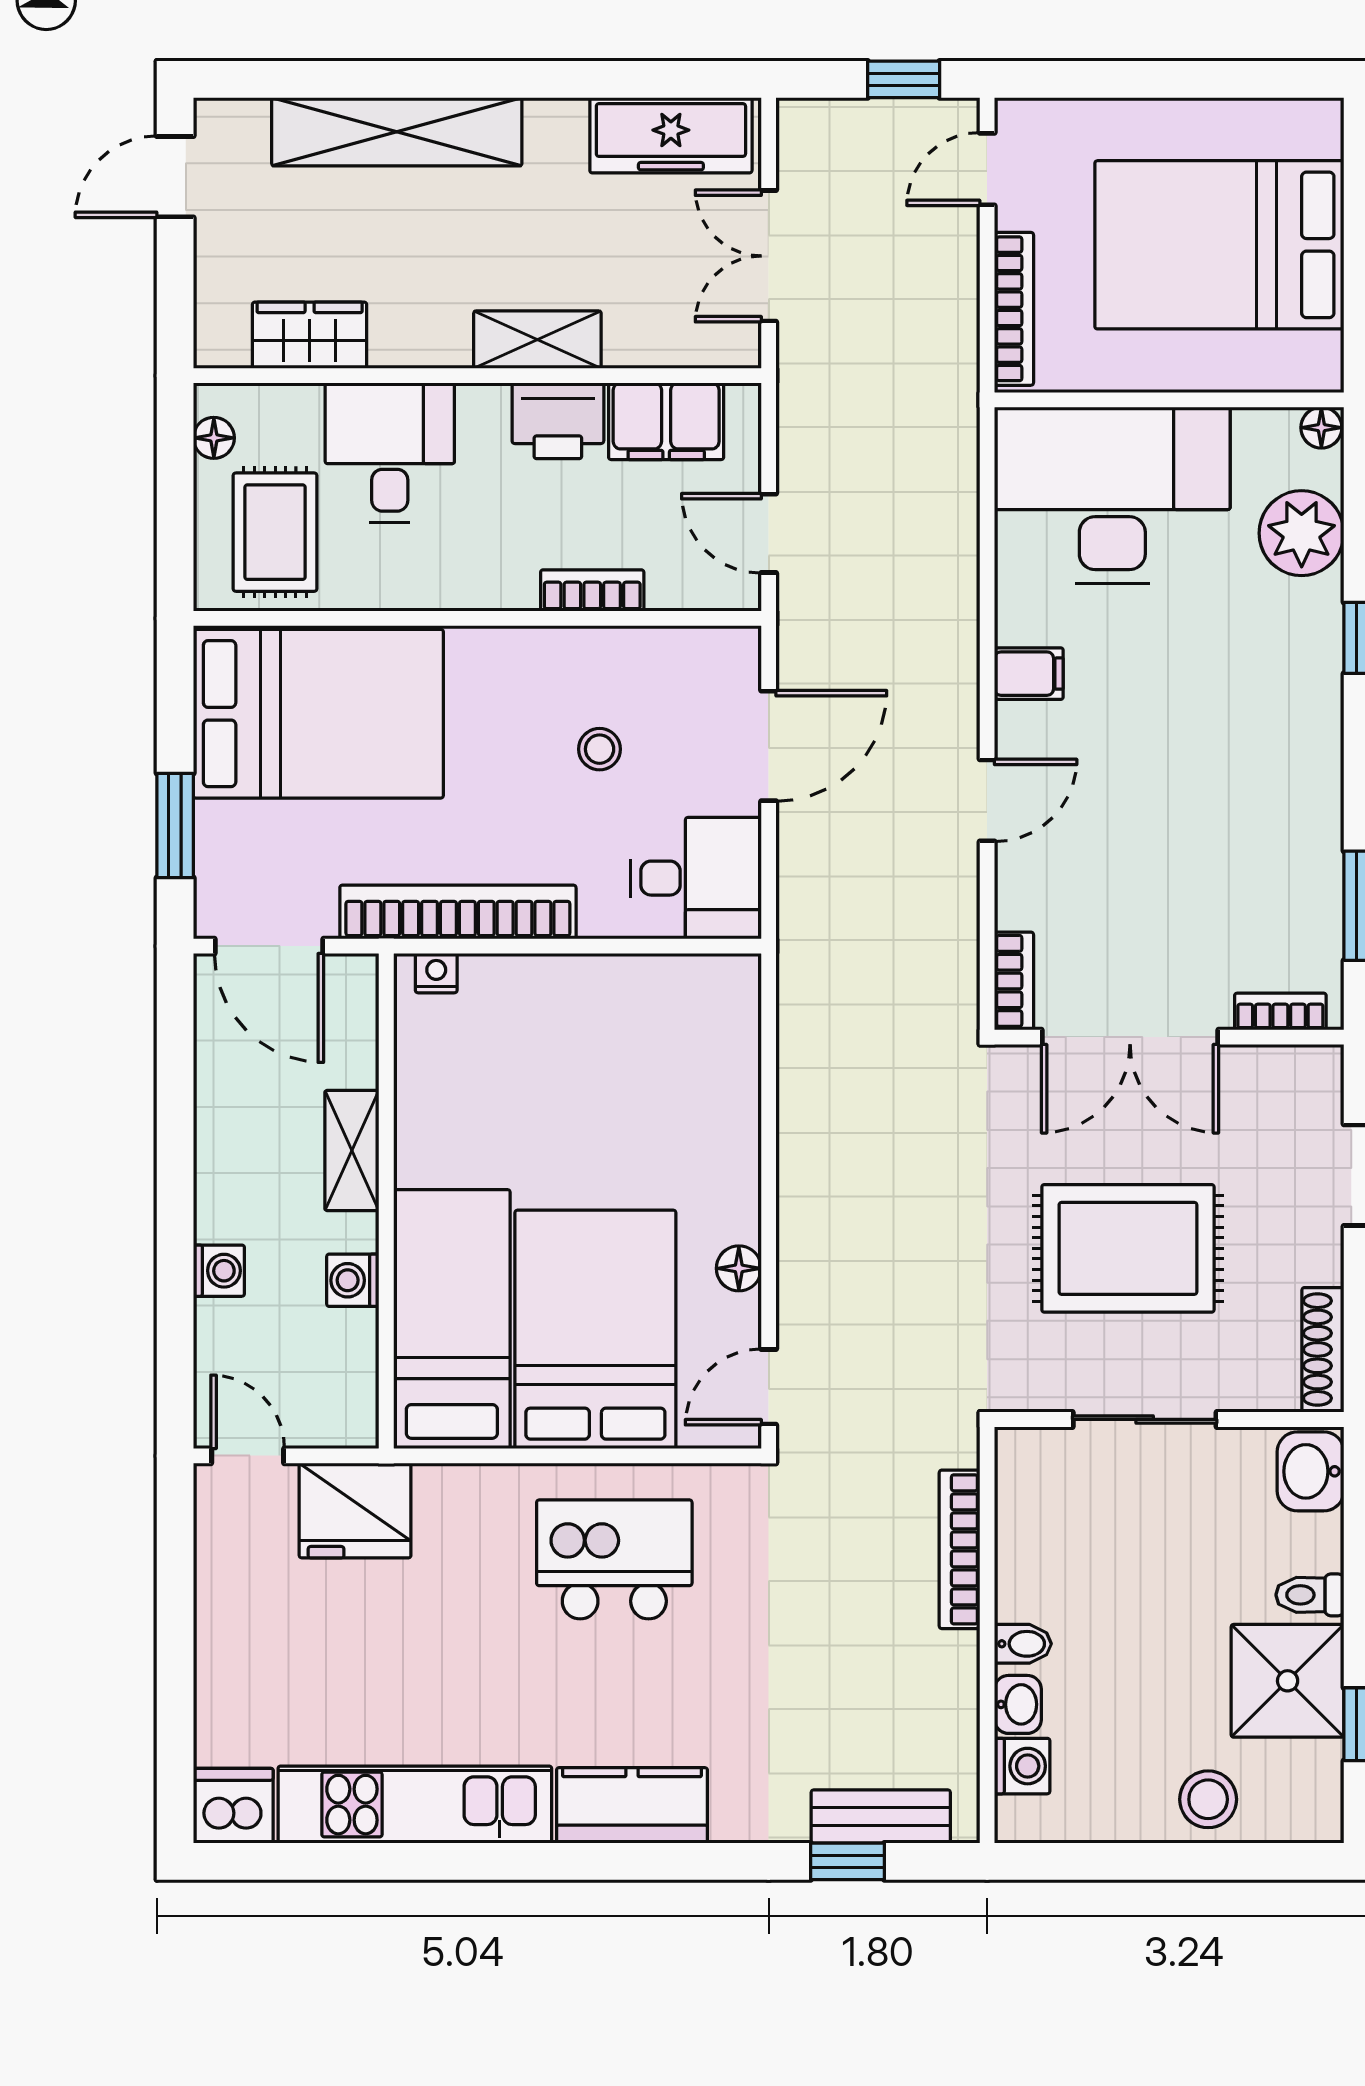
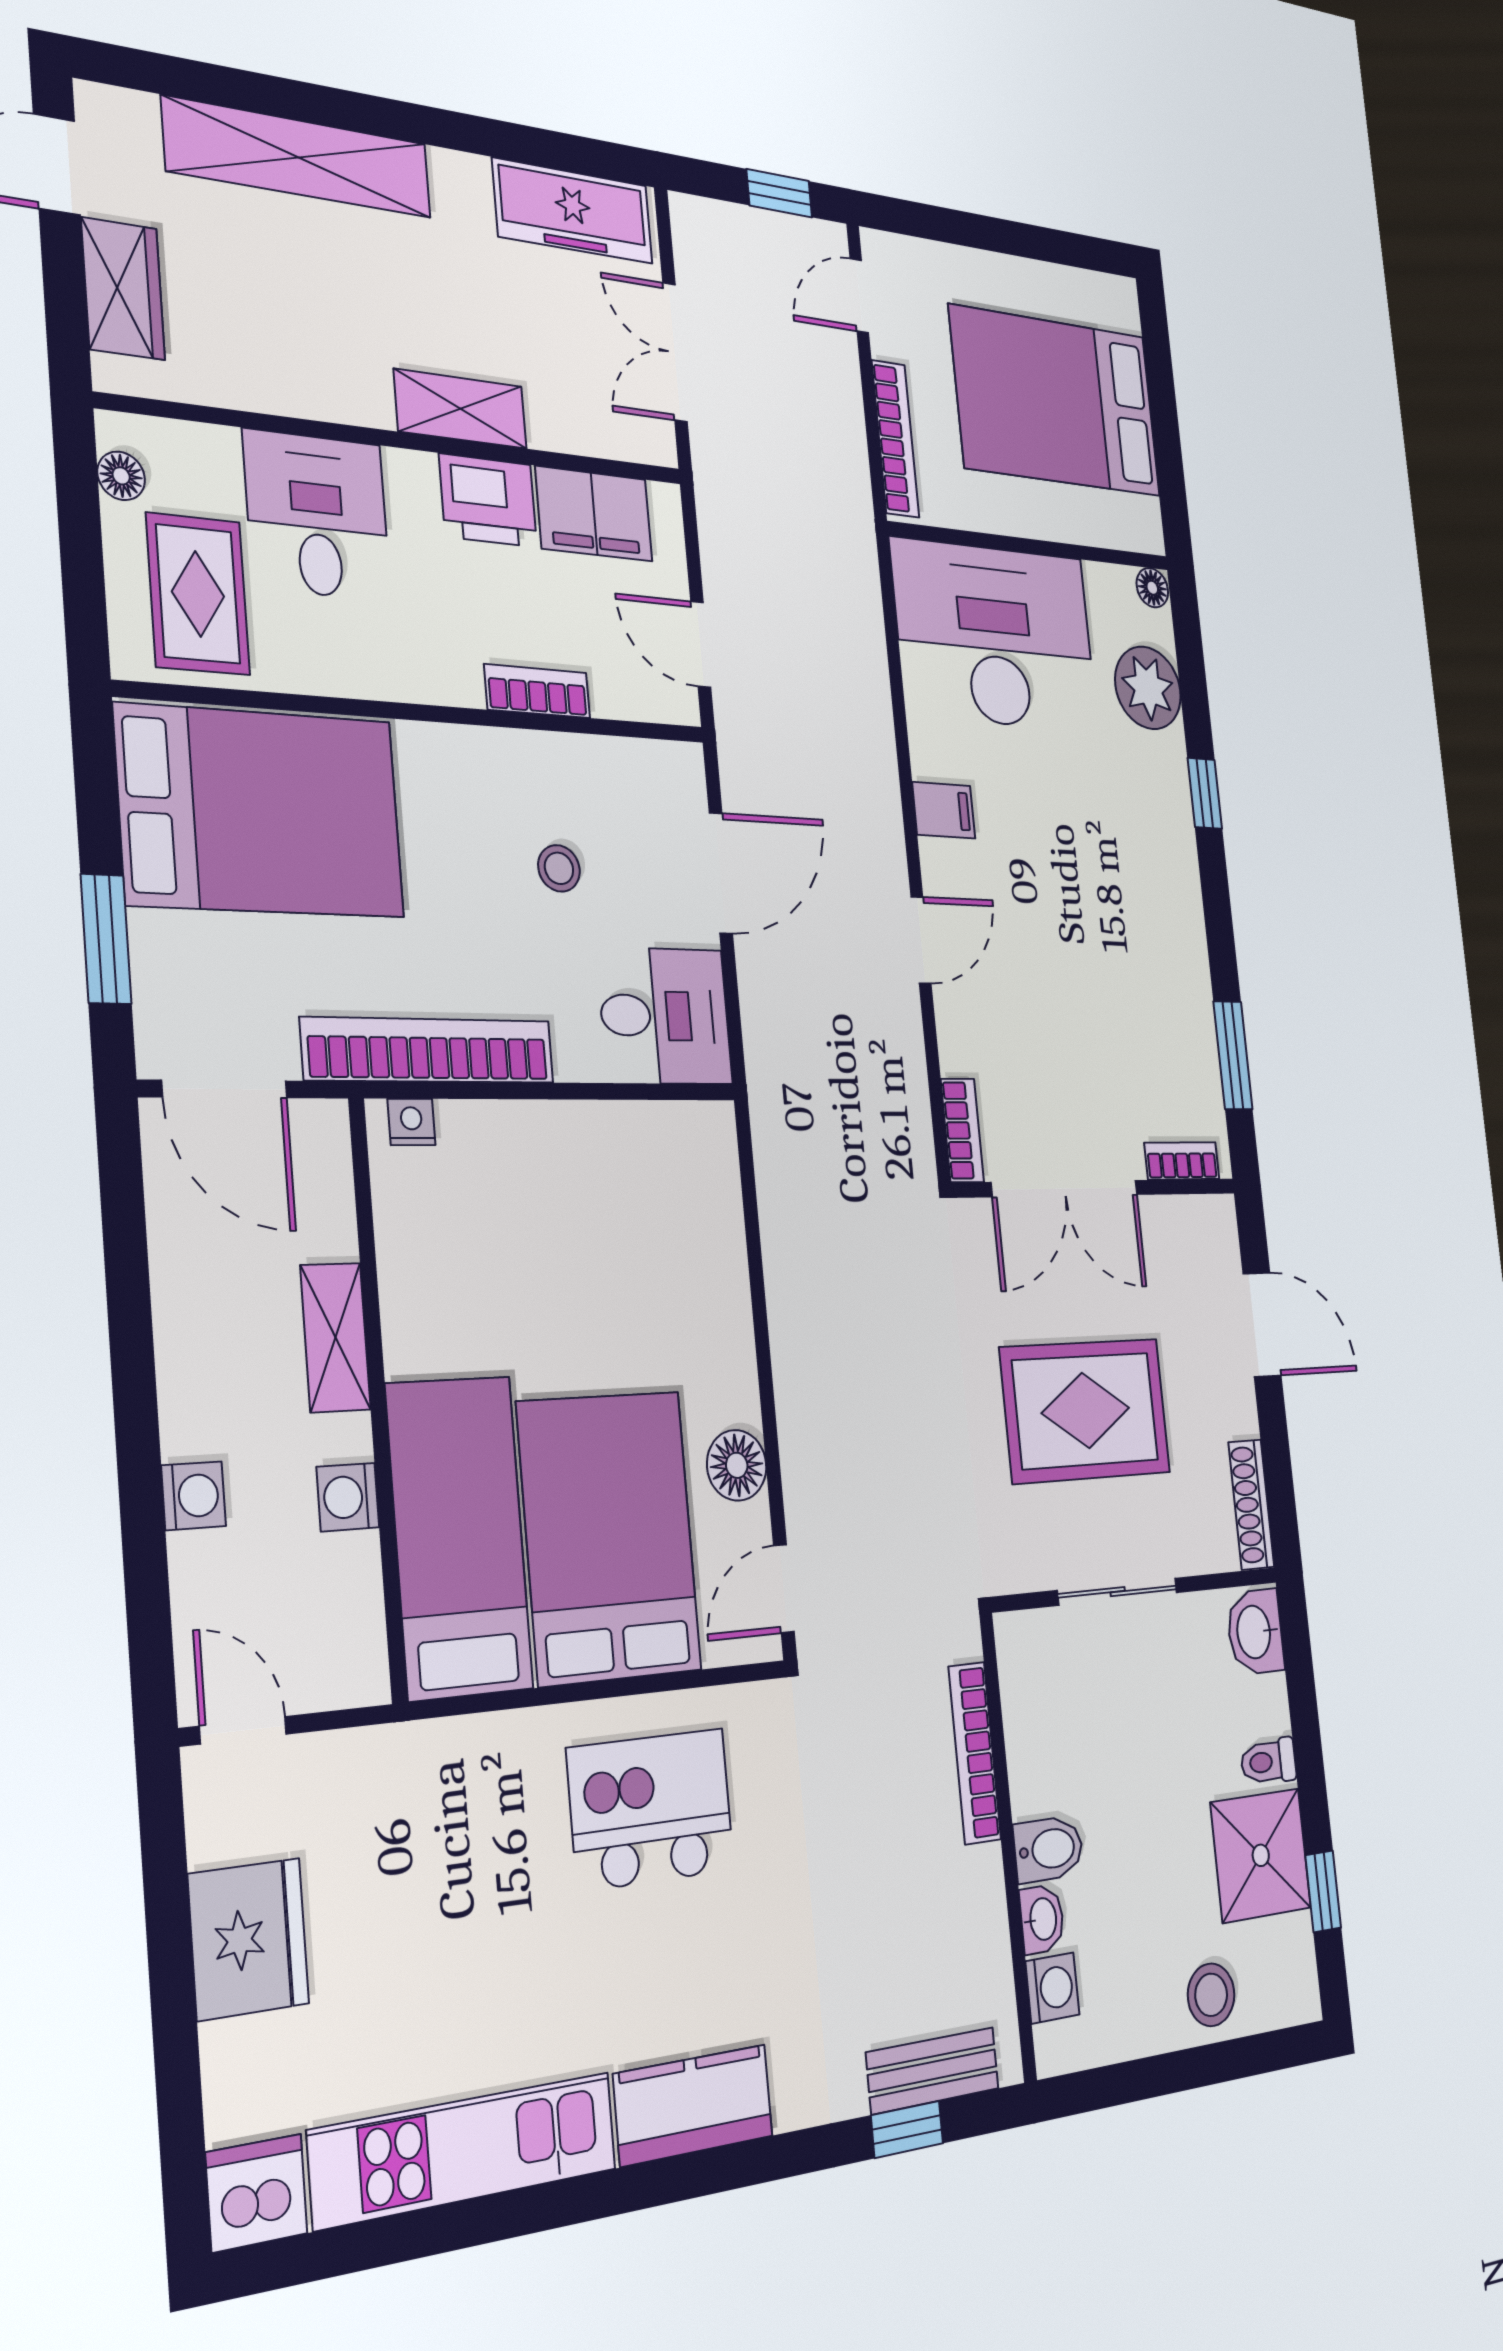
wardrobe: (310, 335) -> (123, 289), moved, turned 90
floor lamp: (739, 1268) -> (737, 1465), width x1.37, depth x1.37
fridge: (355, 1511) -> (249, 1939), moved, turned -90
bidet: (1023, 1644) -> (1049, 1849), width x1.38, depth x1.36

